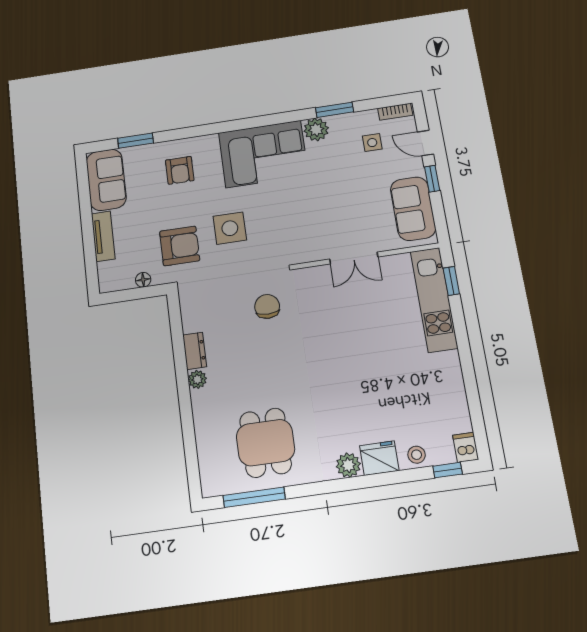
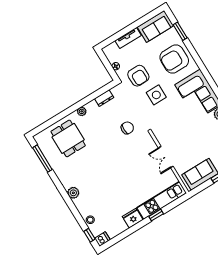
armchair: (180, 170) -> (174, 59), width x1.88, depth x1.88
window: (451, 281) -> (156, 215), moved
dresser: (195, 351) -> (104, 98), moved
dining table: (265, 443) -> (68, 138), moved, turned 90
fridge: (379, 458) -> (133, 218), moved, turned -90

